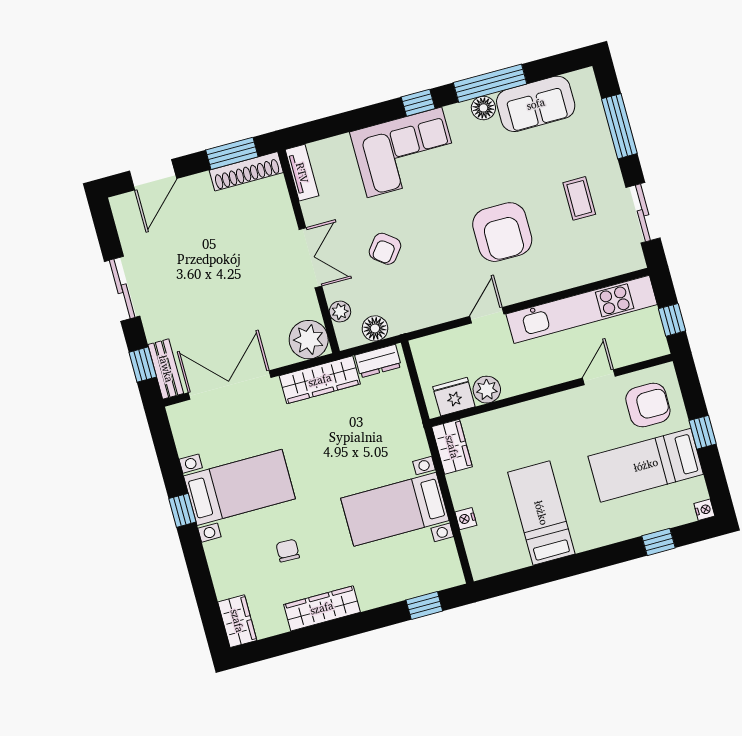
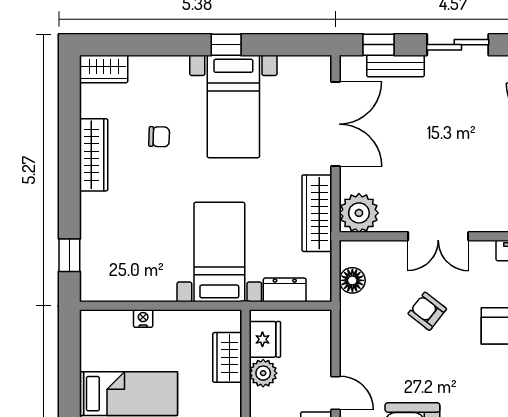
plant: (340, 312) -> (378, 251), removed
dresser: (378, 361) -> (285, 290), moved, turned 90
bench: (166, 369) -> (395, 66), moved
wardrobe: (452, 447) -> (227, 357), moved, turned 90
bed with nightstands: (395, 509) -> (219, 252), moved

